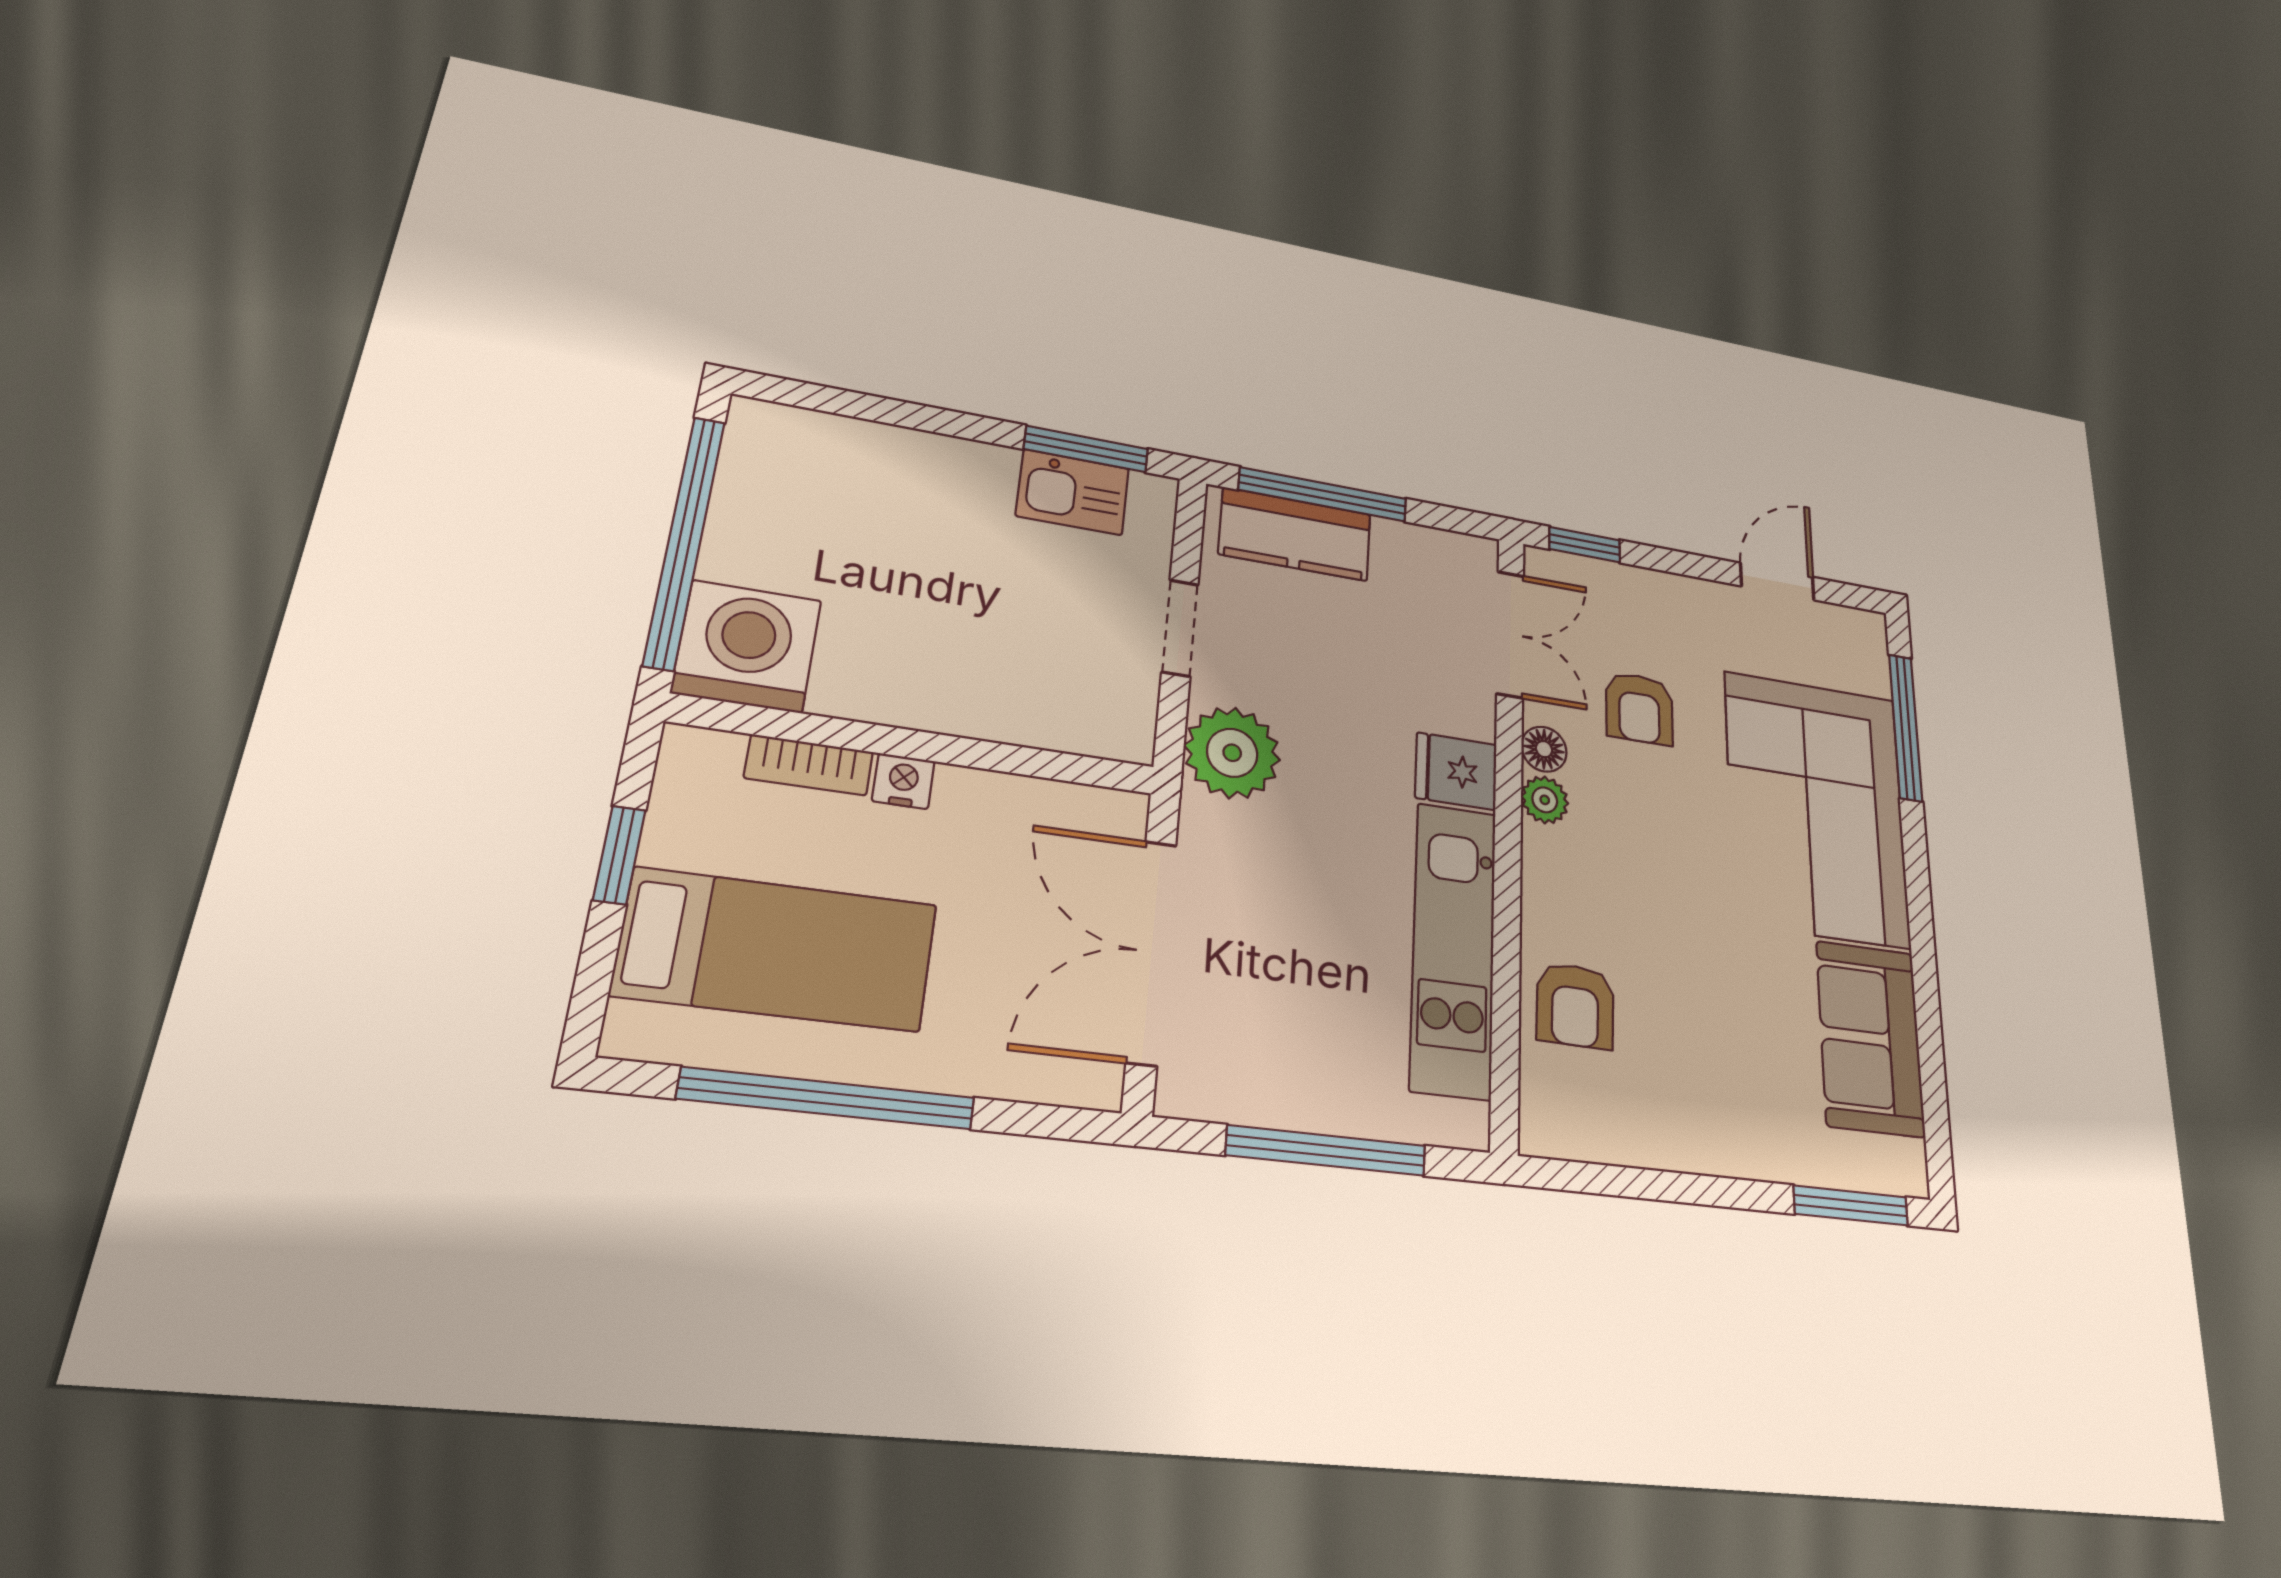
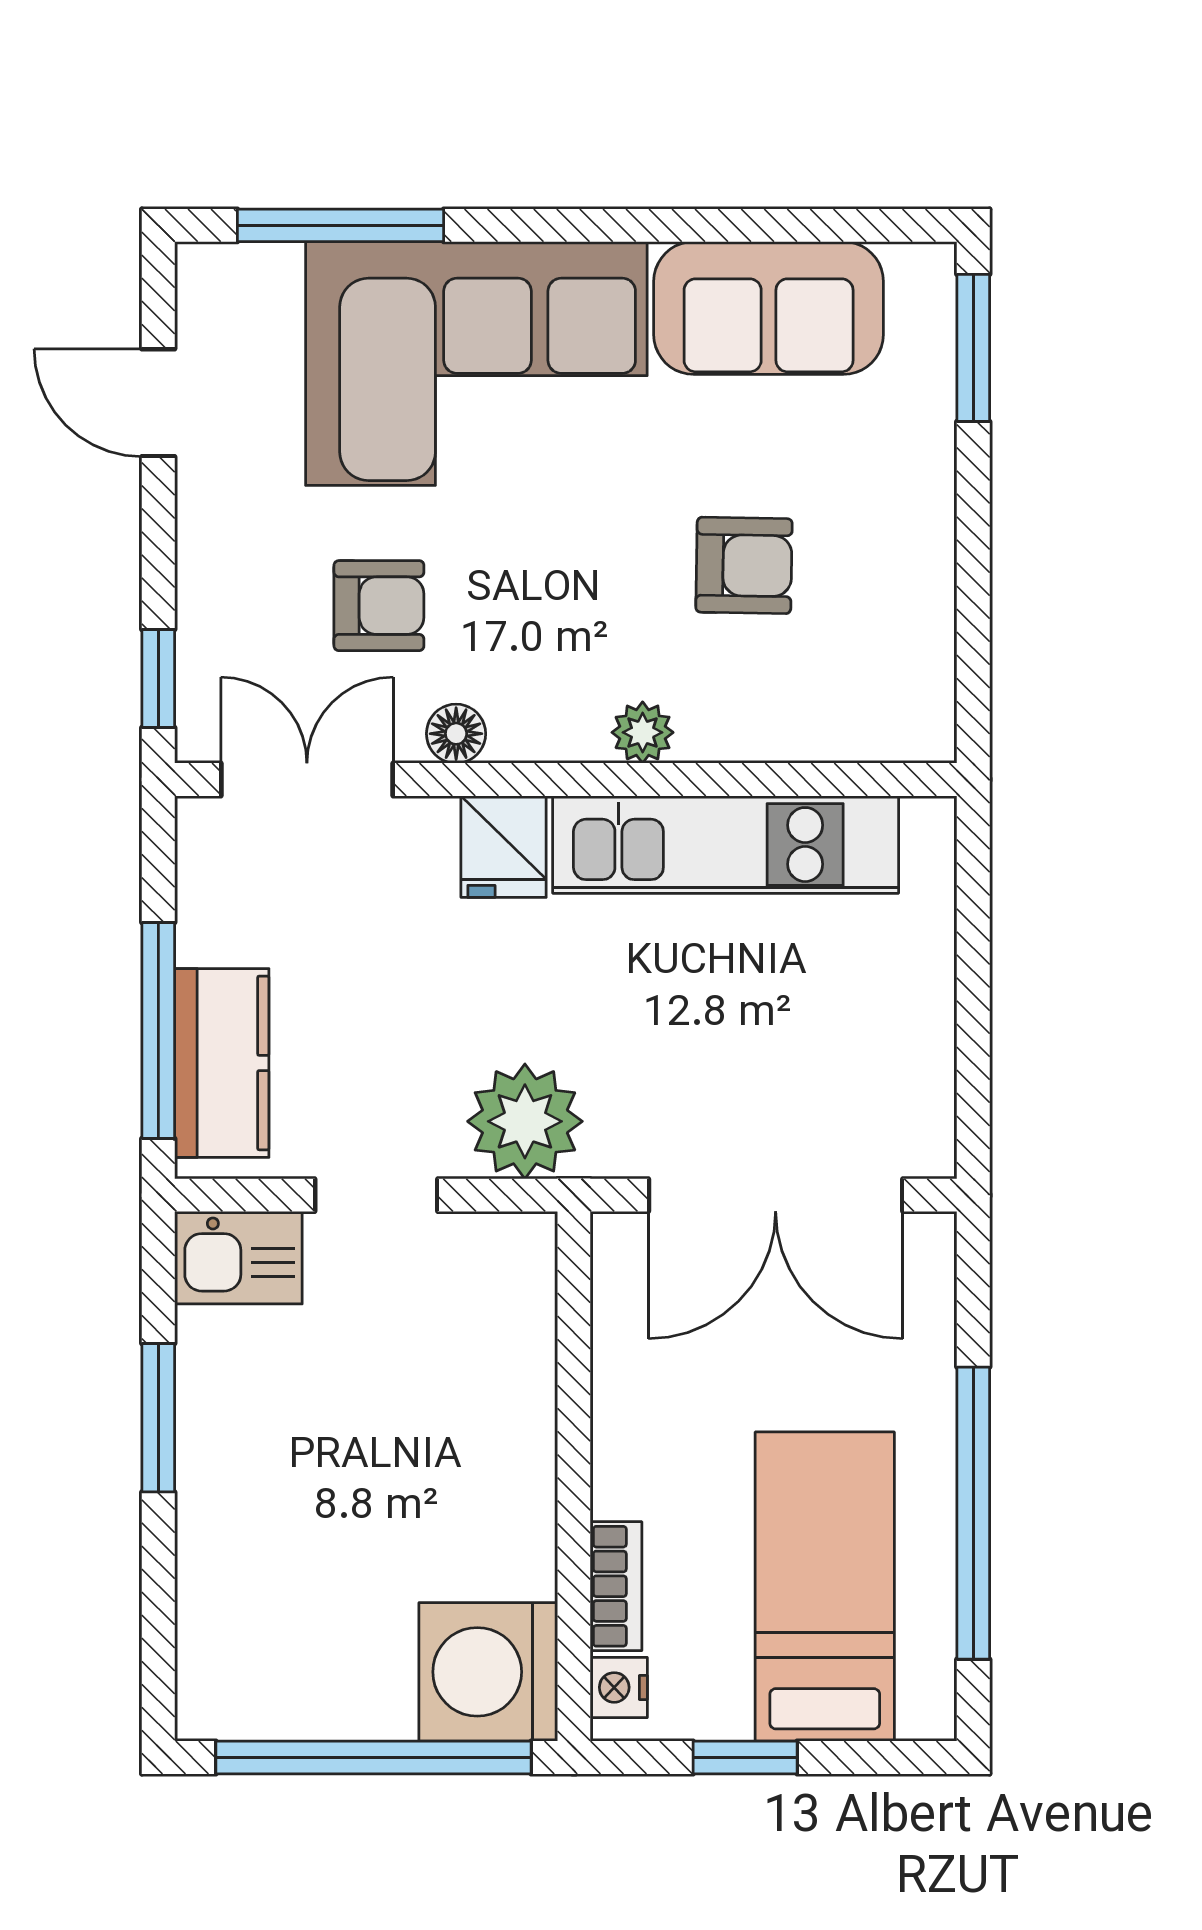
window: (1086, 449) -> (158, 1418), moved
kitchen sink: (1073, 492) -> (238, 1258), moved, turned 90
nightstand: (903, 781) -> (619, 1687), moved
plant: (1545, 800) -> (643, 732), moved
armchair: (1575, 1005) -> (744, 565), moved
window: (1326, 1151) -> (973, 985), removed

